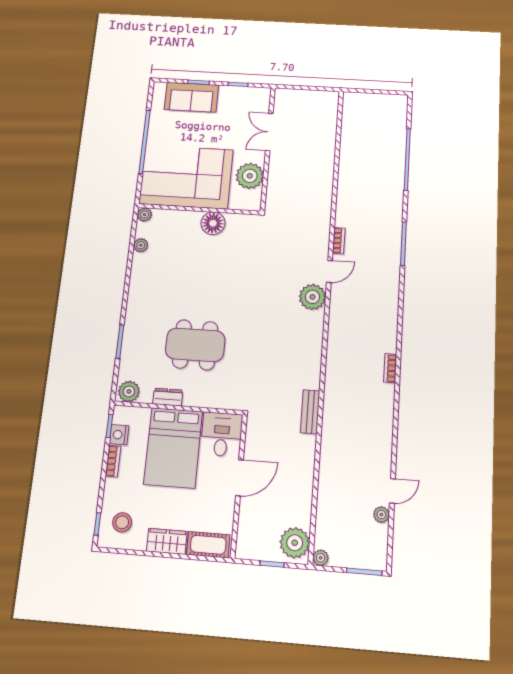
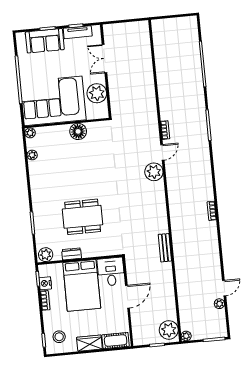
tv unit: (239, 93) -> (78, 32), added

